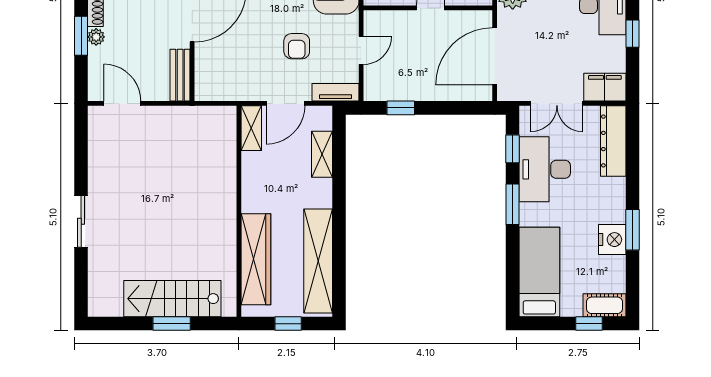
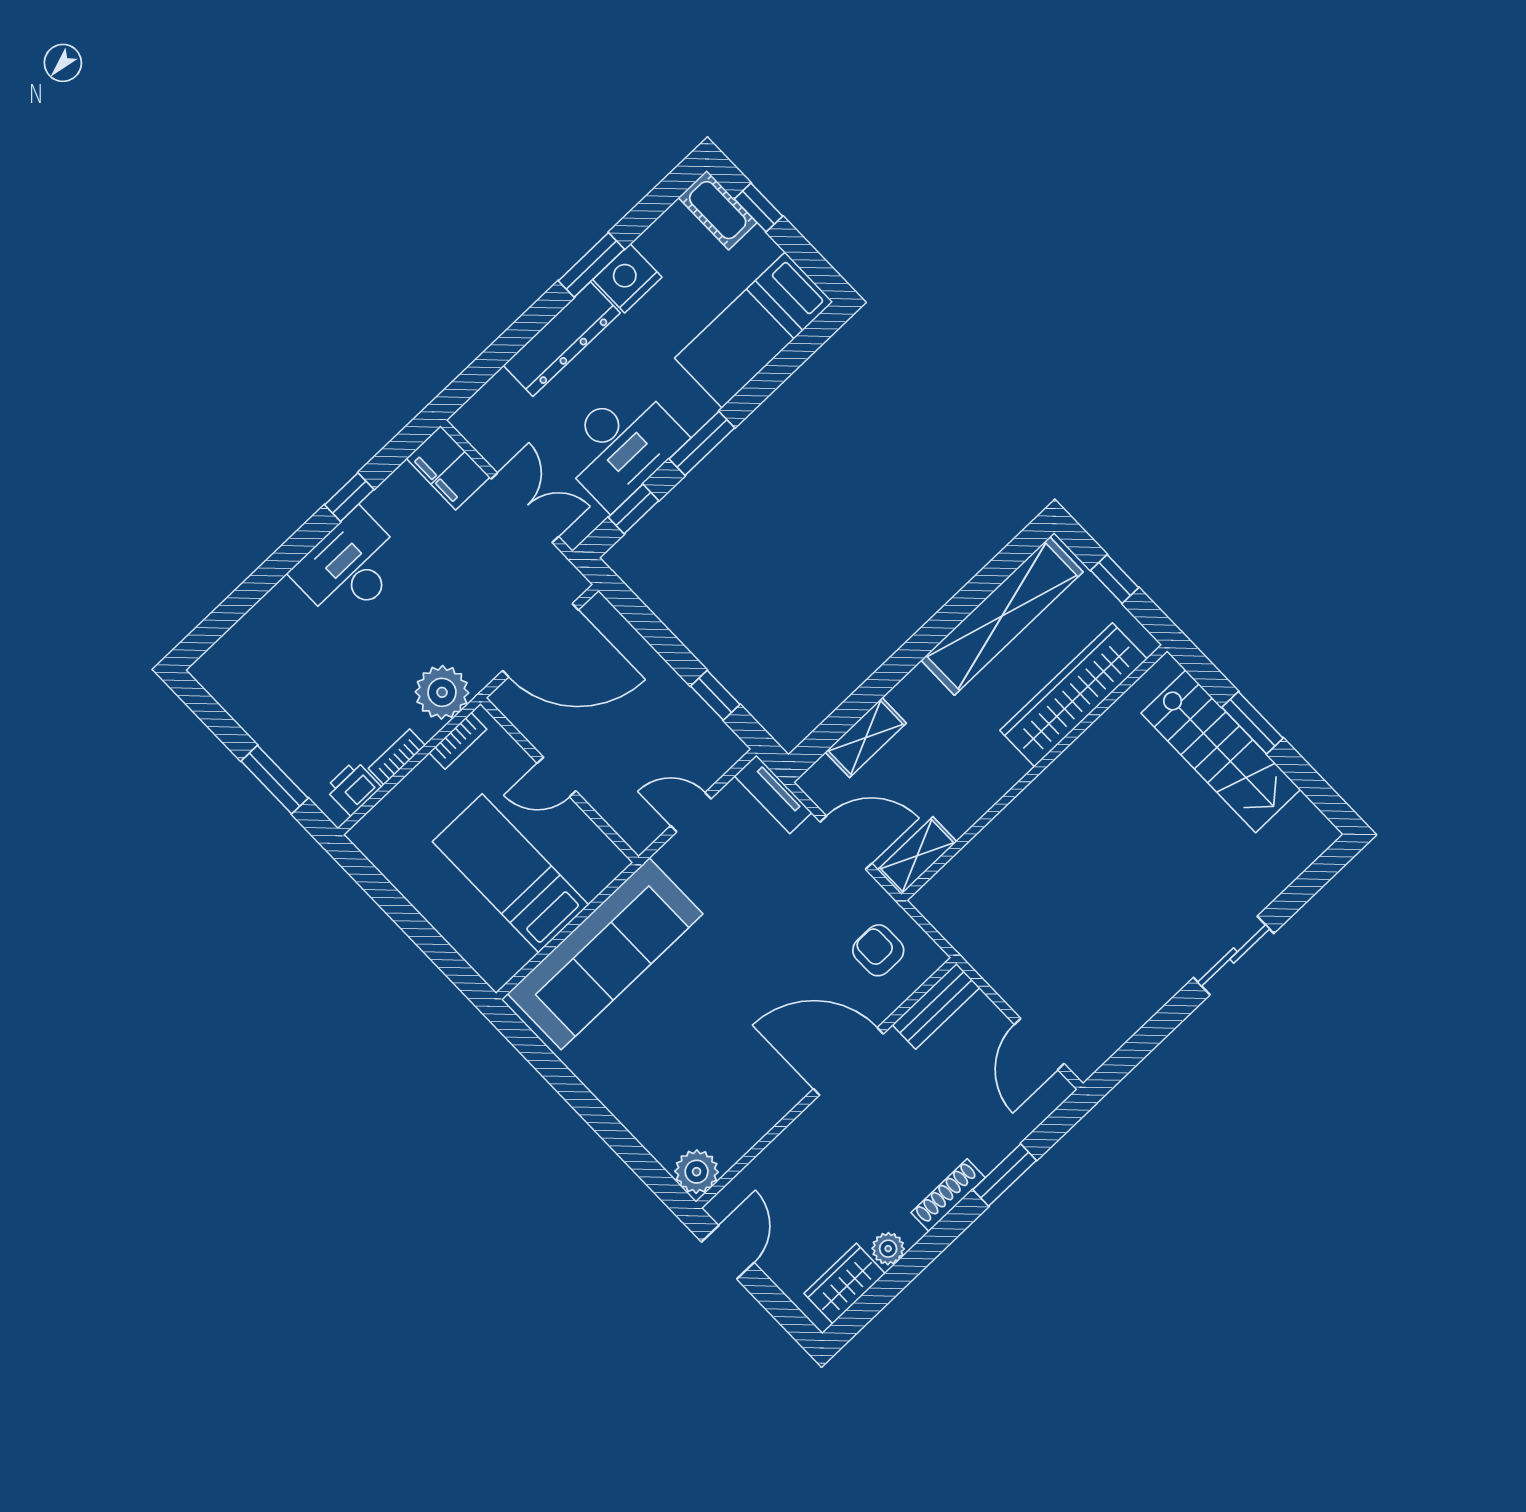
plant: (96, 37) -> (988, 1155), removed
armchair: (297, 46) -> (878, 950), moved, turned -90
dresser: (613, 141) -> (562, 339), moved

